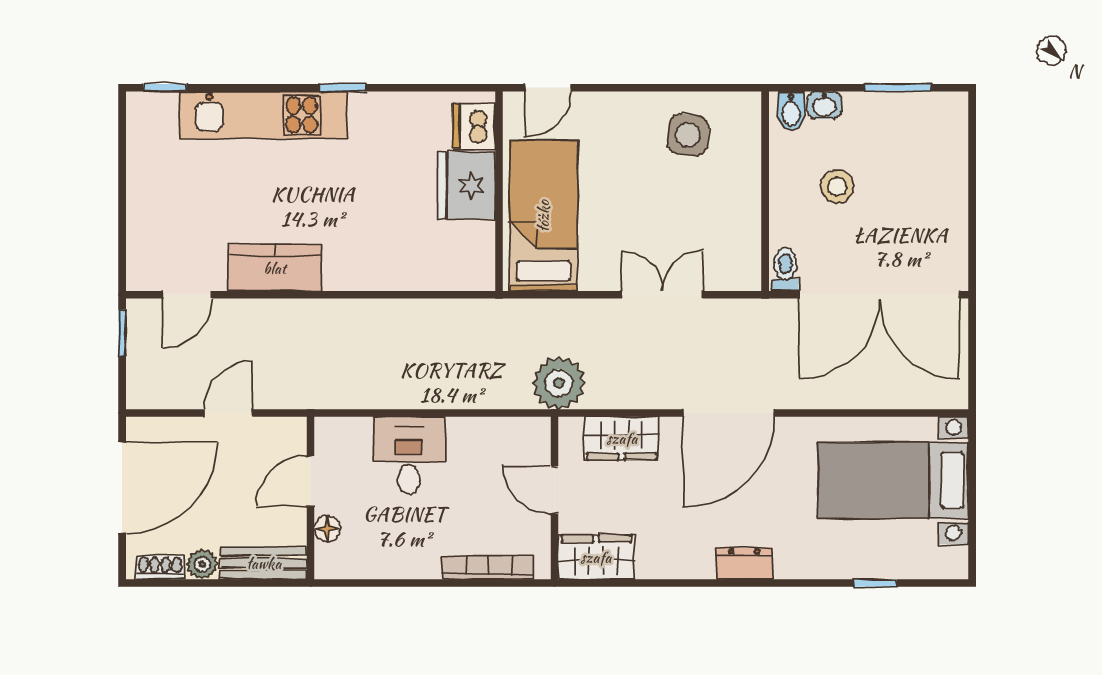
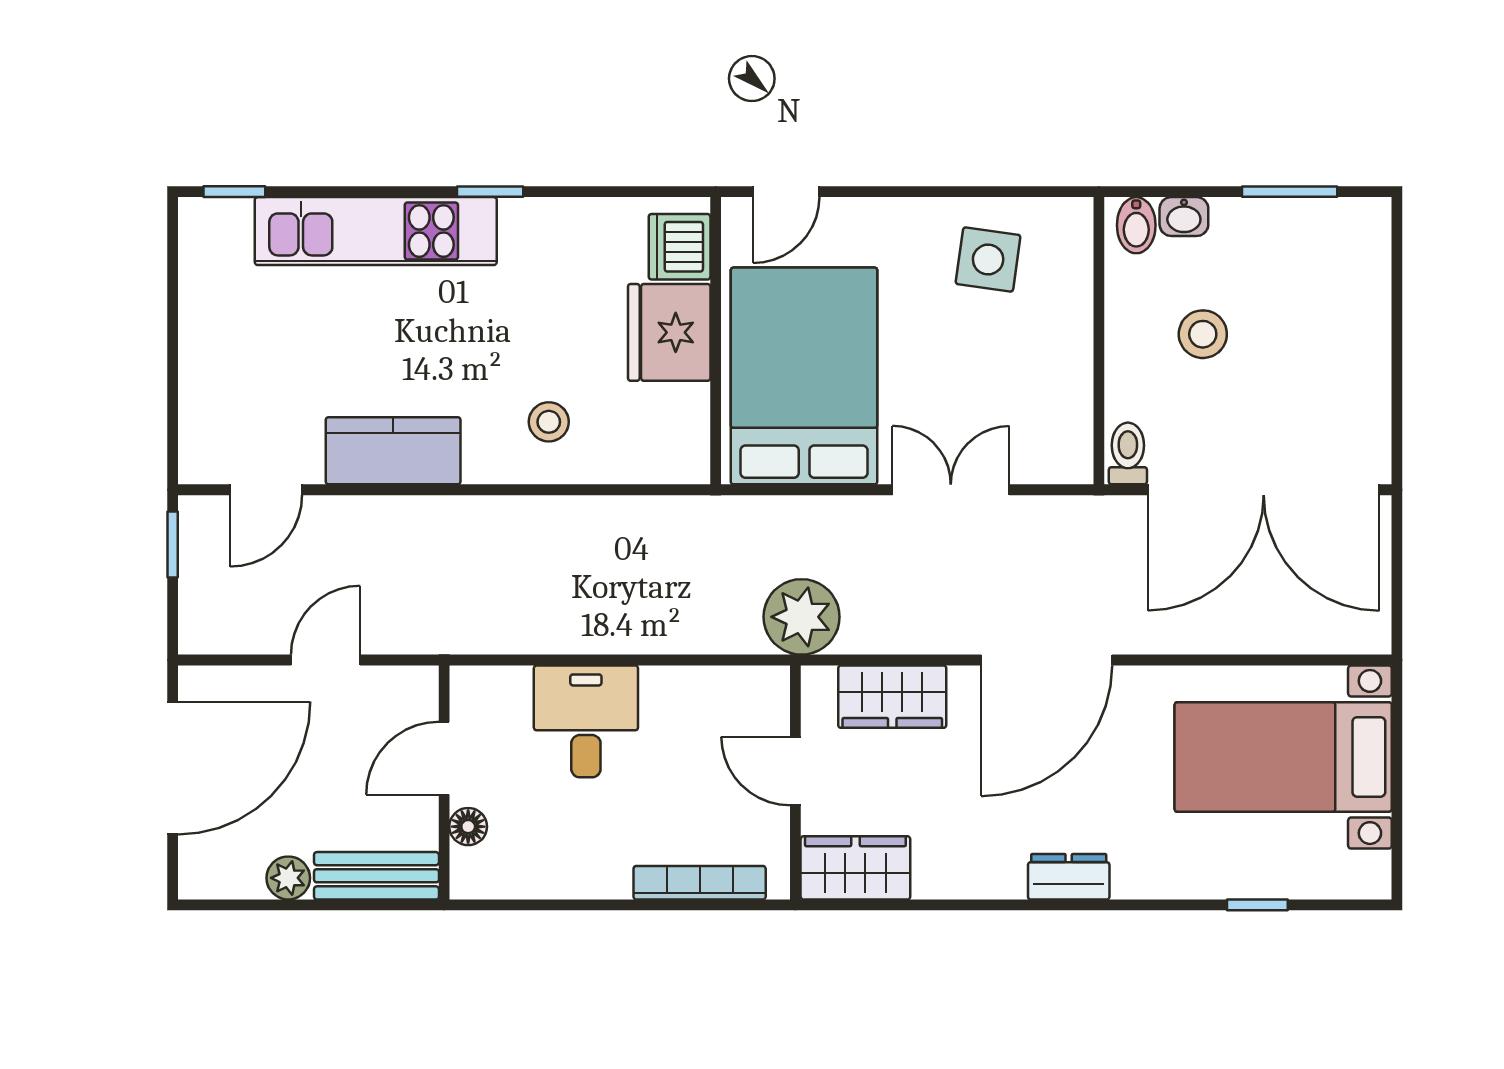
bed: (543, 216) -> (804, 376), width x1.50
stool: (383, 248) -> (549, 422), added
shoe rack: (160, 567) -> (227, 883), removed

